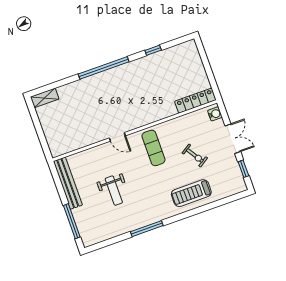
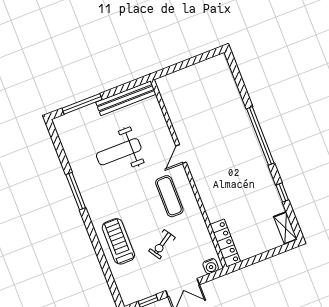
shelving: (45, 98) -> (285, 228), moved
exercise mat: (153, 148) -> (169, 196), turned 90
weight bench: (114, 191) -> (119, 152), width x1.36, depth x1.33

